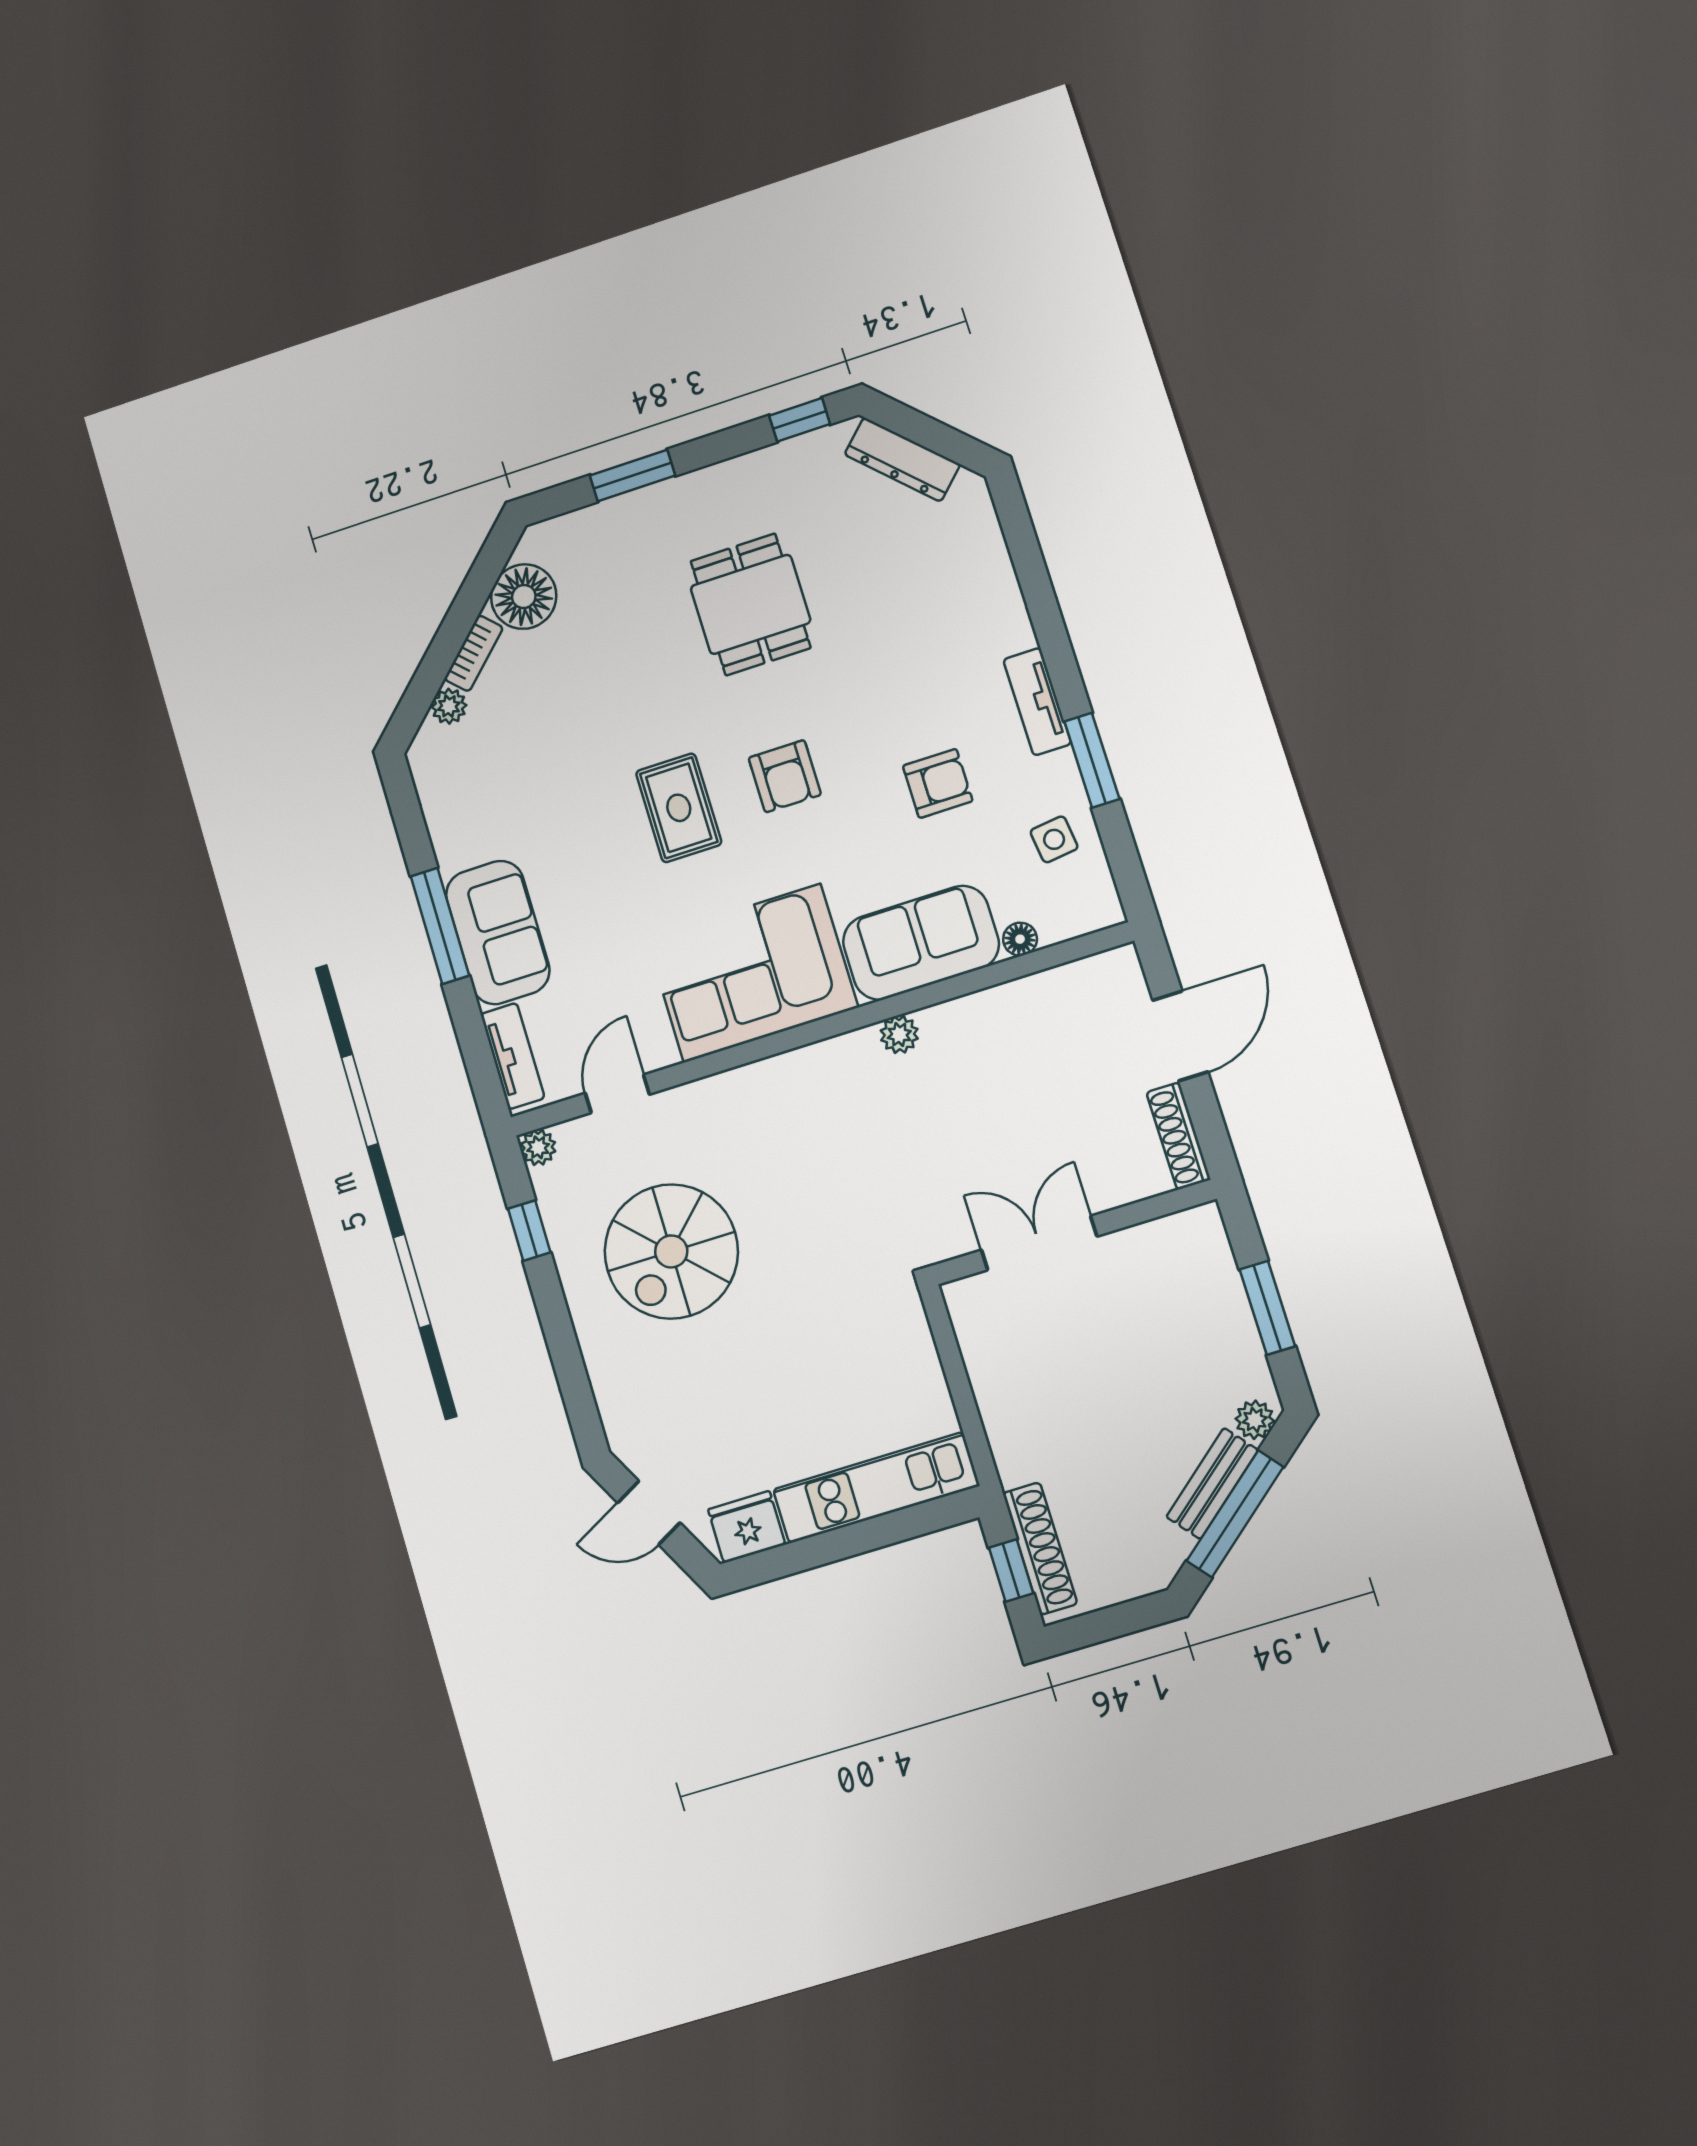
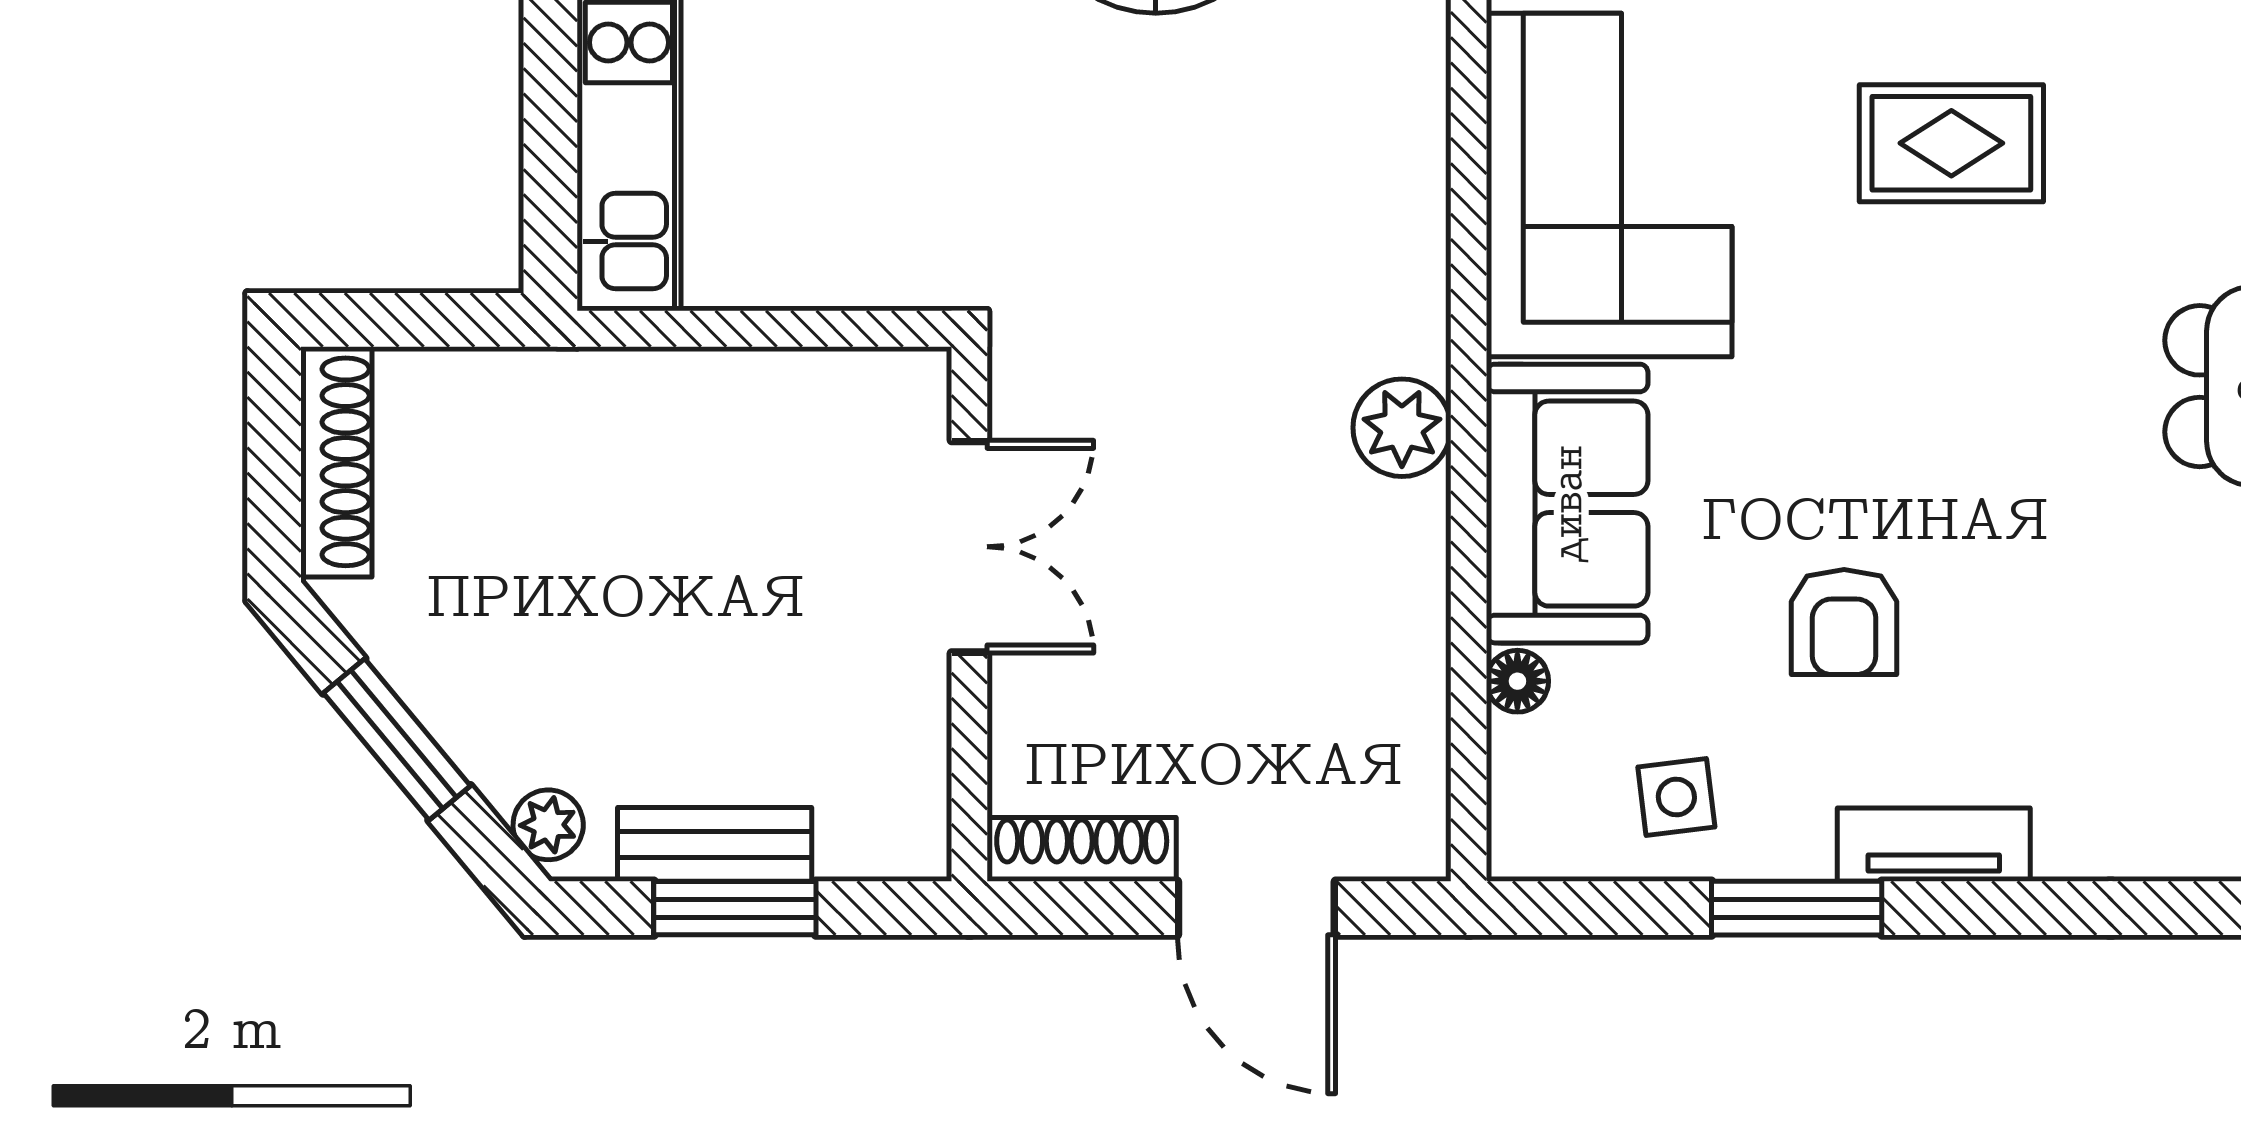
armchair: (785, 776) -> (1946, 352), removed
plant: (899, 1035) -> (1402, 428), width x1.38, depth x1.38
bench: (1212, 1483) -> (715, 844), moved, turned -50
window: (1235, 1514) -> (397, 739), width x0.69
shoe rack: (1040, 1548) -> (336, 462), moved, turned -90
window: (1011, 1570) -> (415, 320), removed

